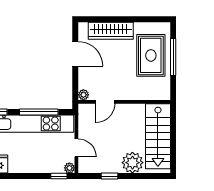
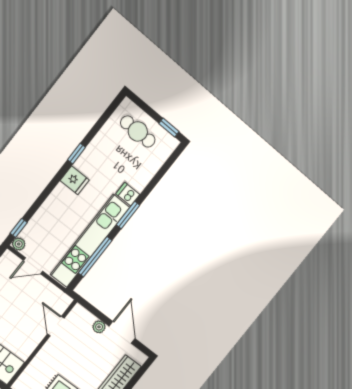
door: (75, 54) -> (122, 332), swing flipped
plant: (83, 95) -> (99, 327), moved

